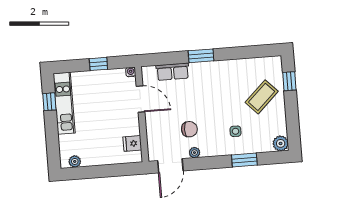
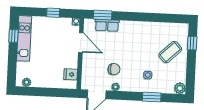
window: (201, 56) -> (103, 15), moved

